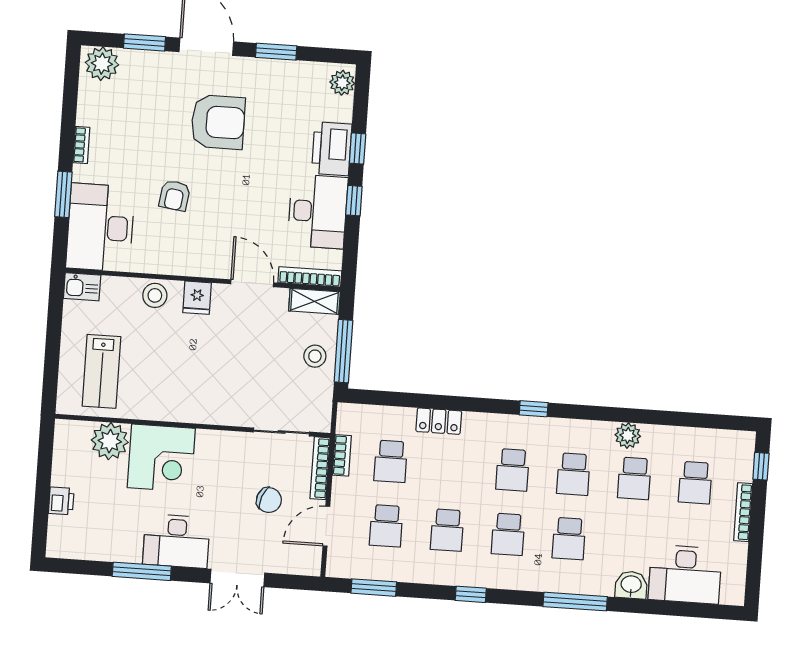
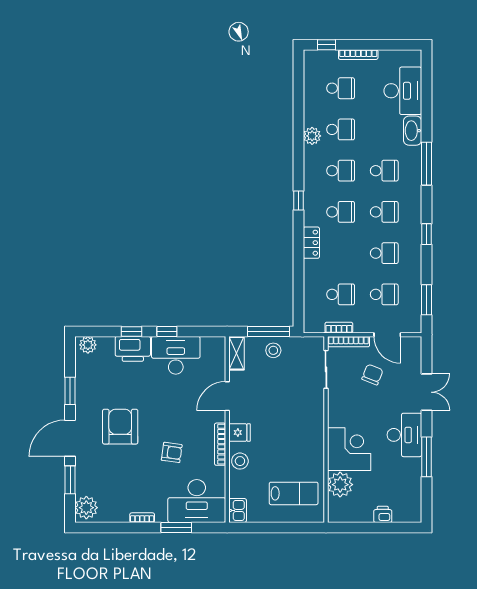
bookcase: (310, 277) -> (220, 444), moved
locker: (439, 421) -> (311, 243), moved
washbasin: (631, 585) -> (413, 131), width x1.38

